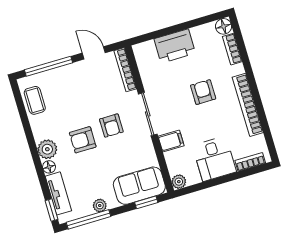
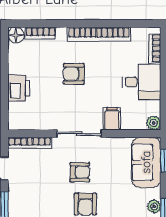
printer: (175, 46) -> (19, 88), width x0.73, depth x0.84

